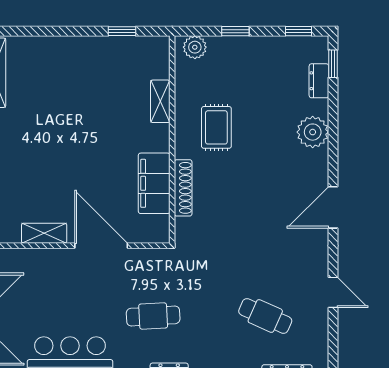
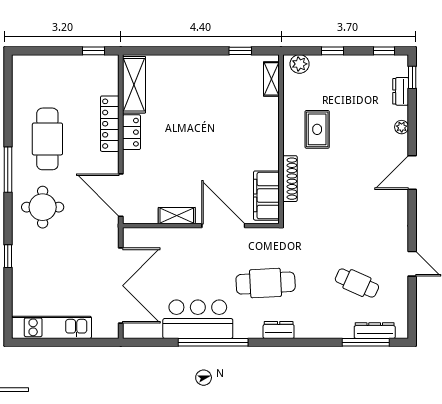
shelving: (160, 101) -> (271, 79), moved
plant: (313, 132) -> (402, 127), width x0.53, depth x0.53
filing cabinet: (154, 183) -> (266, 196), moved
door: (333, 207) -> (412, 172), moved
cafe table: (153, 316) -> (266, 283), width x1.37, depth x1.35

